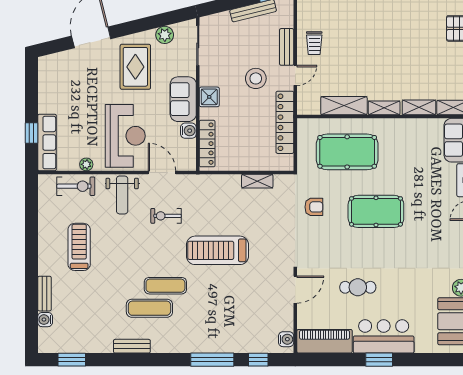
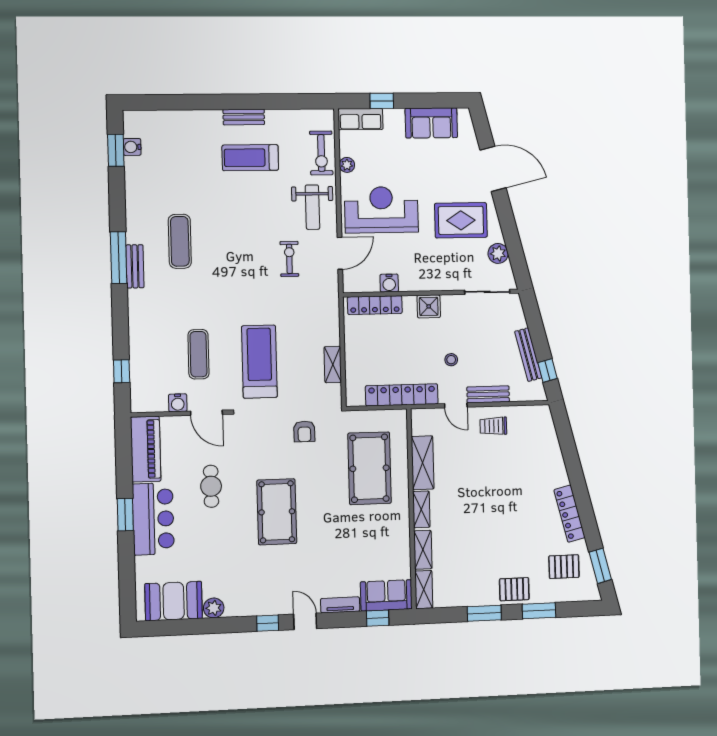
stool: (256, 78) -> (451, 360), width x0.53, depth x0.53
sofa: (183, 99) -> (431, 123), moved, turned 180
reception desk: (125, 136) -> (381, 210), turned 180
row of seats: (47, 143) -> (360, 119), width x0.68
weight bench: (122, 195) -> (312, 207), turned -90
pool table: (376, 211) -> (277, 512), moved
treadmill: (79, 247) -> (250, 158), turned 180
treadmill: (217, 250) -> (259, 362), moved
exercise mat: (165, 286) -> (198, 354), moved
bench: (45, 294) -> (244, 117), moved
water cooler: (45, 320) -> (132, 147), moved, turned -90
water cooler: (286, 339) -> (178, 403), moved
bench: (132, 346) -> (135, 266), moved
window: (212, 360) -> (119, 258), moved

